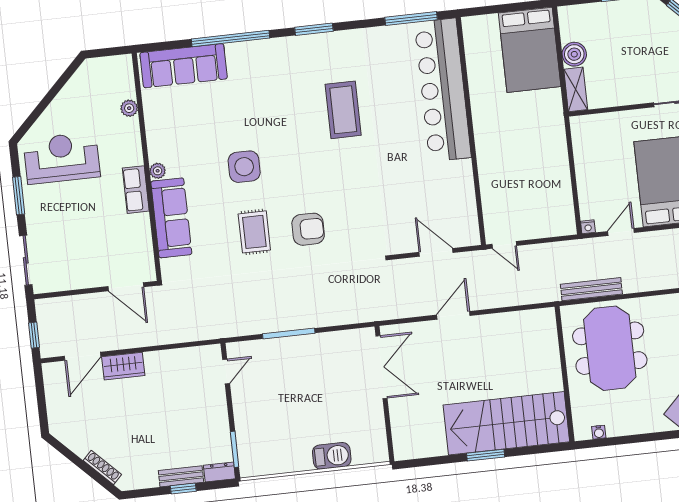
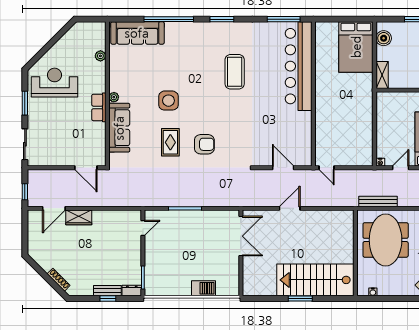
boiler: (574, 54) -> (384, 38), moved

